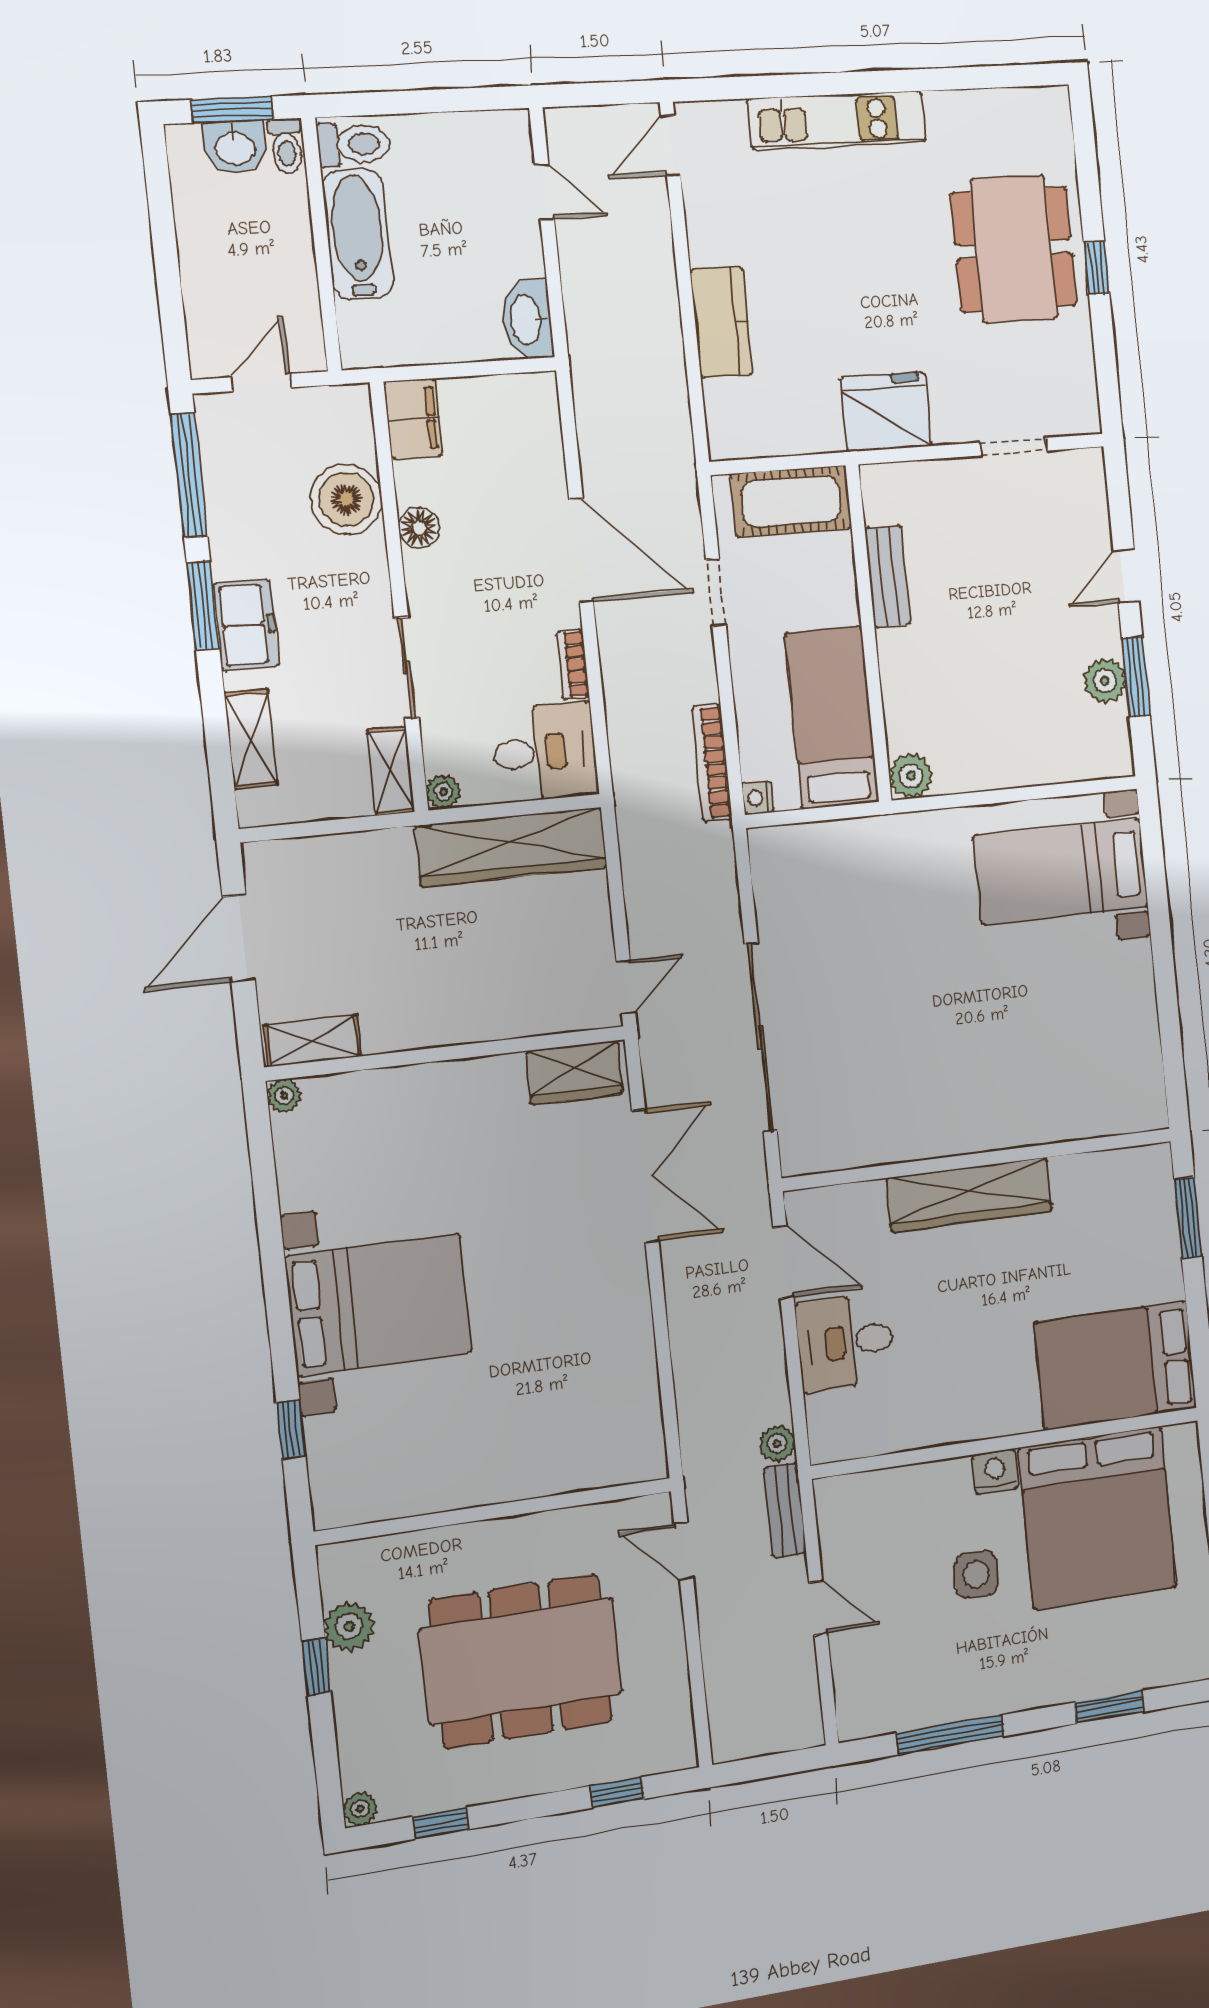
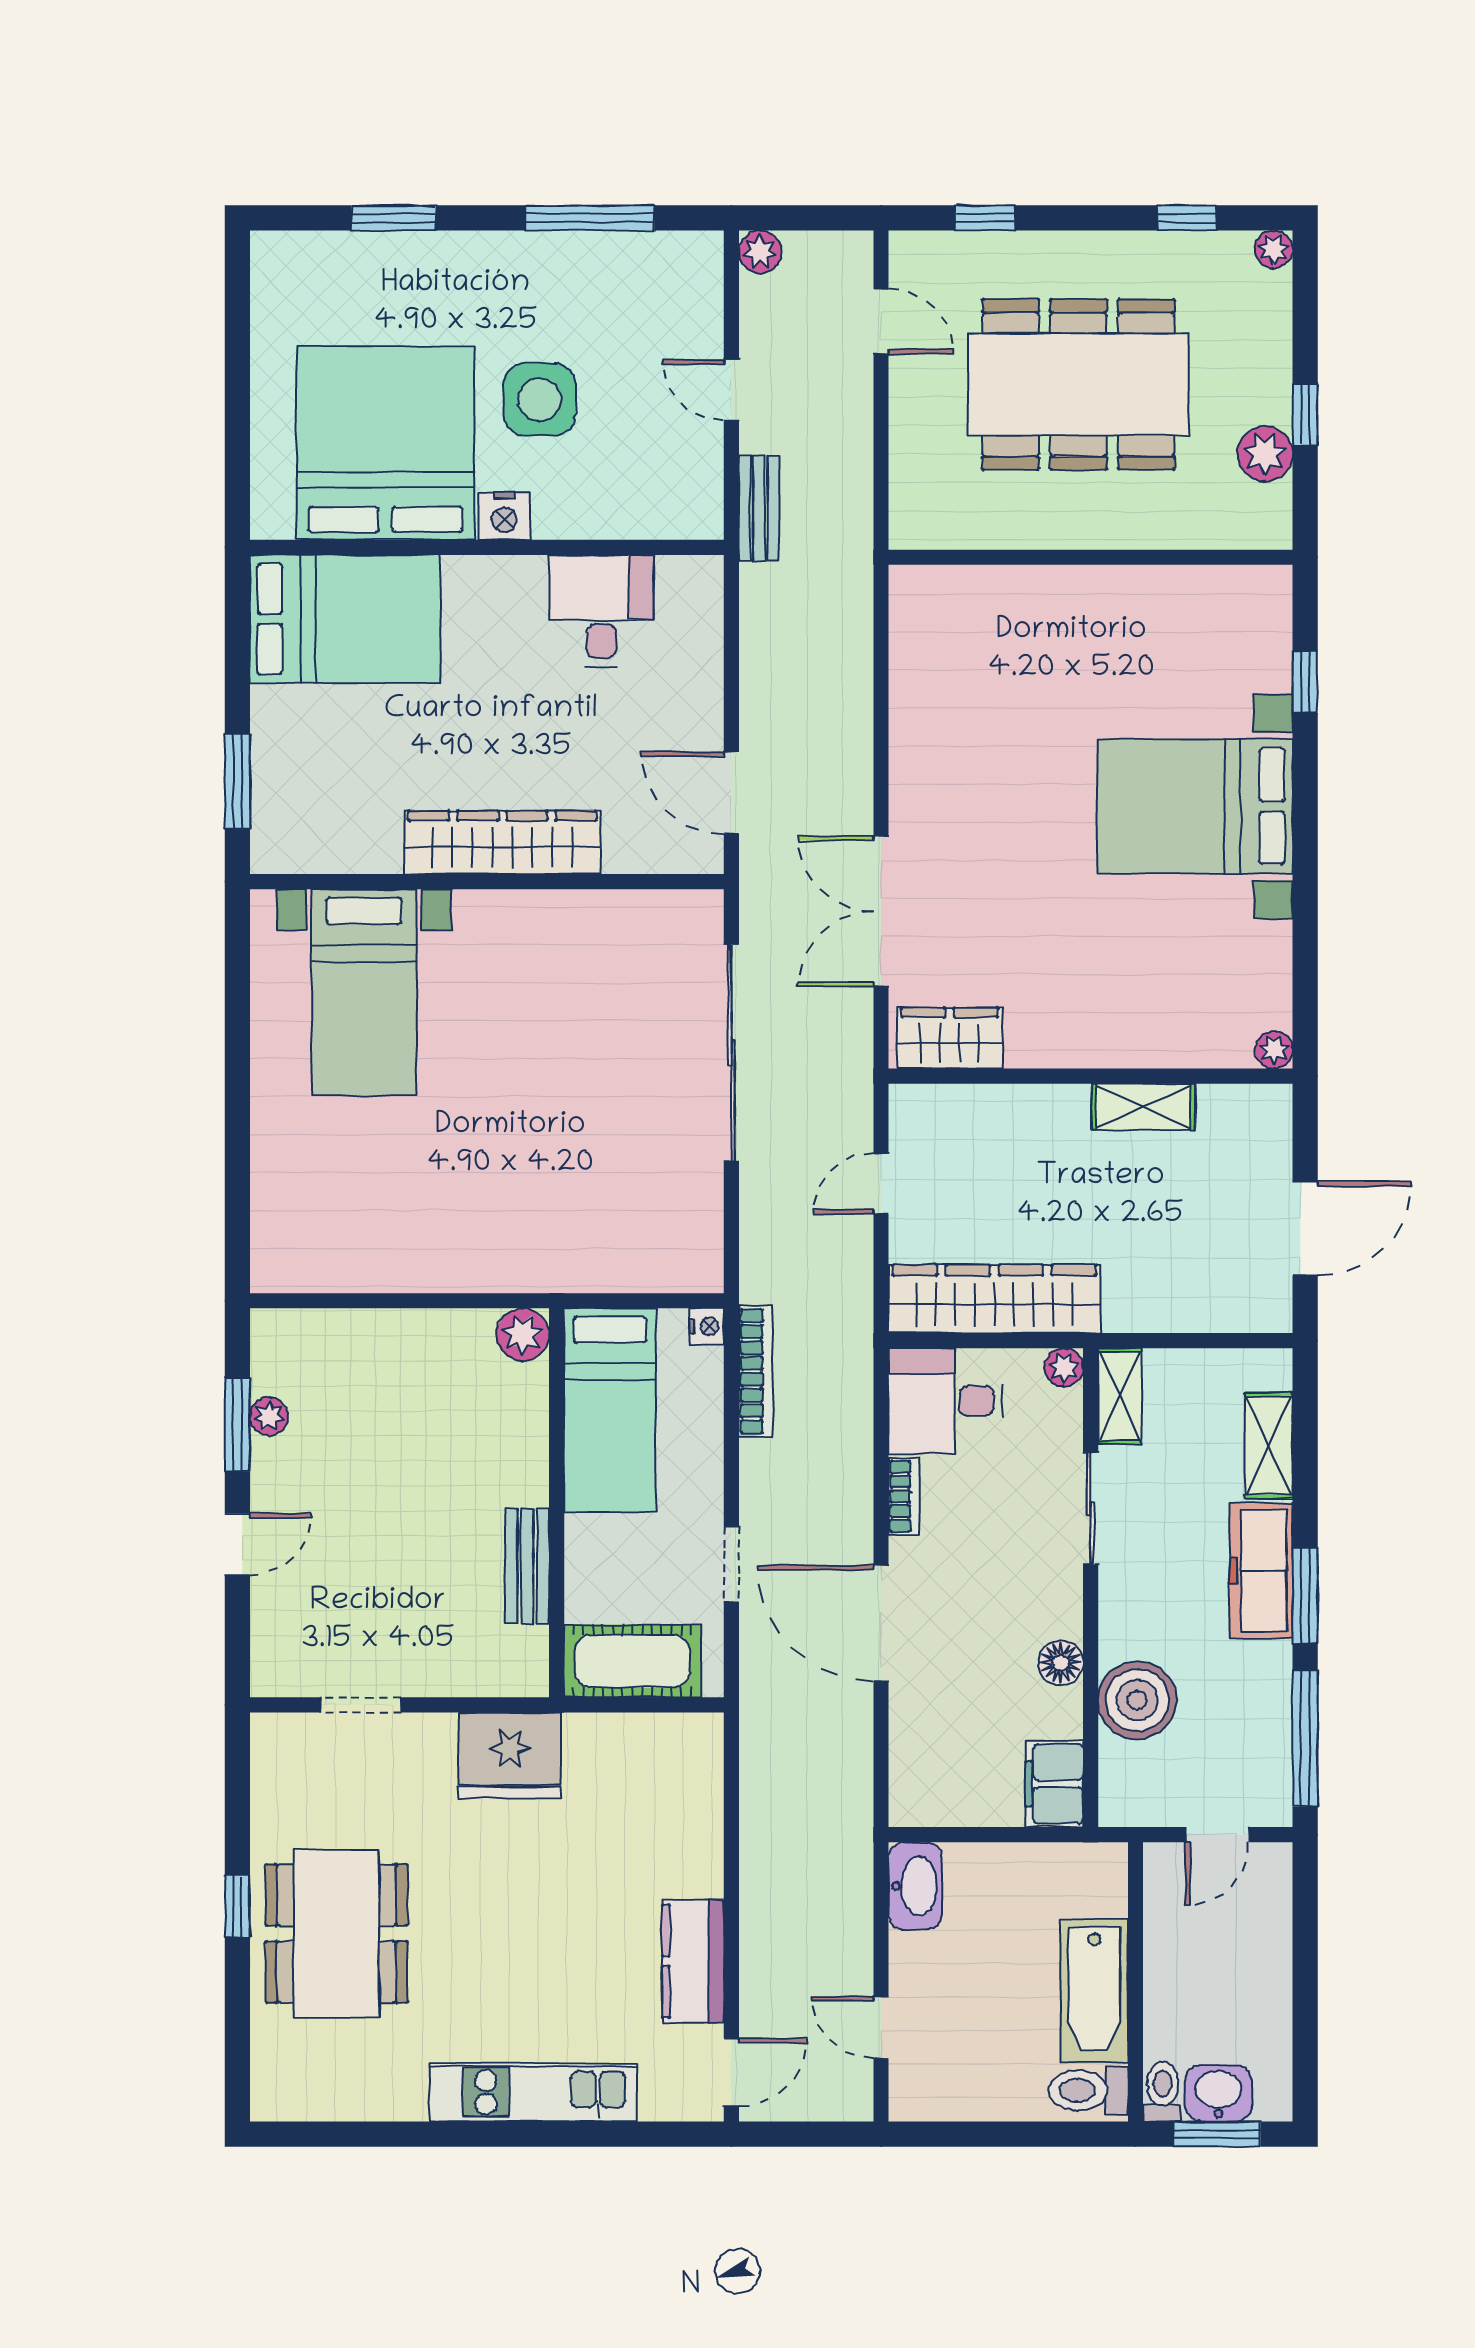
kitchen counter: (721, 322) -> (693, 1961), moved
freezer: (246, 625) -> (1261, 1571), width x1.40
plant: (1105, 681) -> (269, 1416), width x0.73, depth x0.73
bed with nightstands: (1061, 871) -> (364, 992), moved, turned 90
door: (626, 987) -> (881, 1184), moved
shelving: (313, 1041) -> (1143, 1107), moved
desk: (845, 1342) -> (601, 611), moved, turned -90
plant: (777, 1444) -> (760, 252), moved
door: (684, 1551) -> (881, 321), moved
side table: (976, 1575) -> (540, 399), width x1.37, depth x1.37

